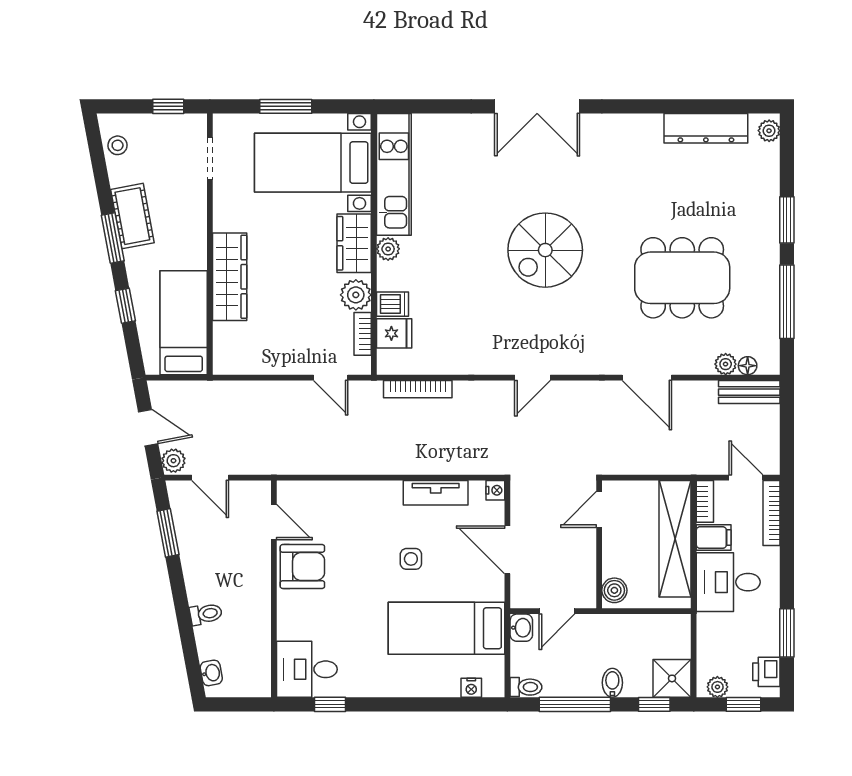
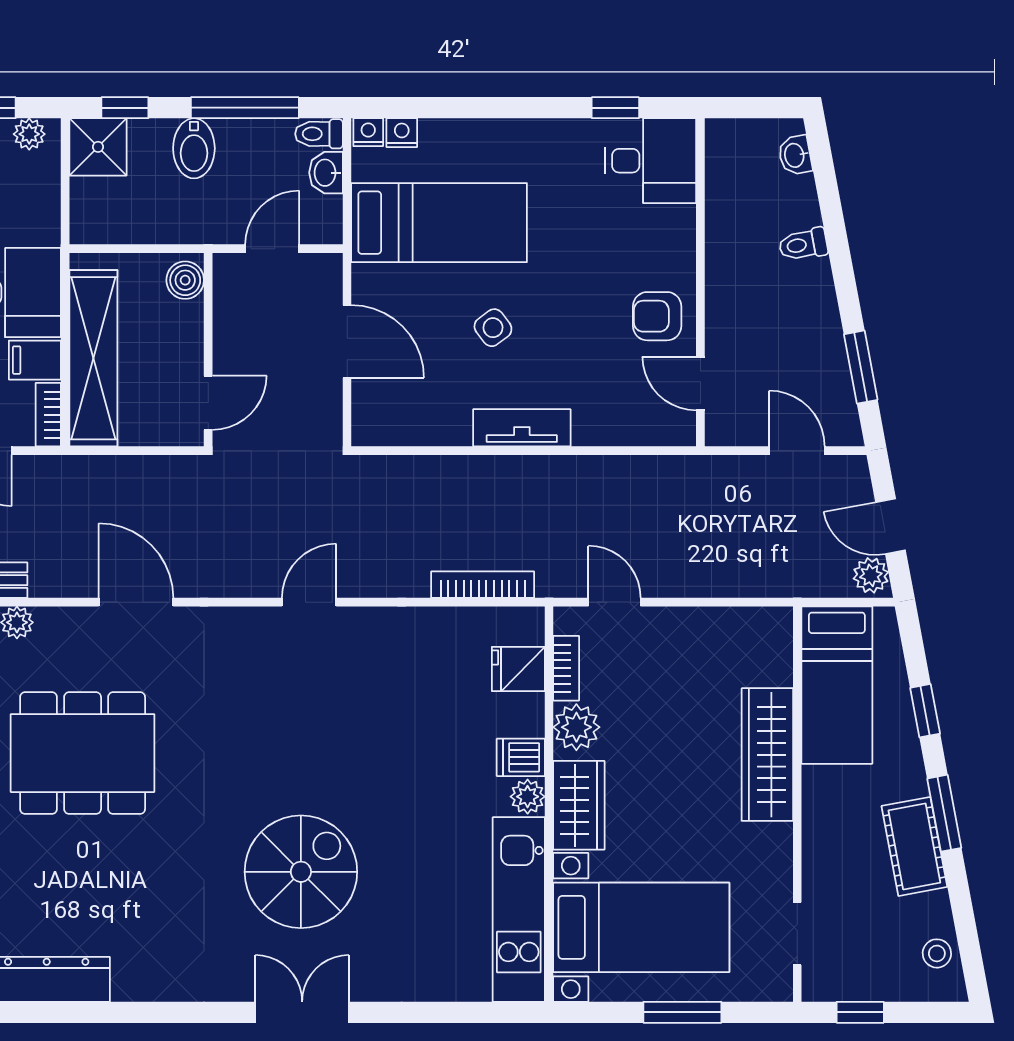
double door: (537, 106) -> (302, 1012), width x0.73
spiral stairs: (545, 250) -> (301, 872), moved
dishwasher: (393, 304) -> (521, 757), moved
plant: (173, 461) -> (871, 575), moved
nightstand: (495, 490) -> (368, 132), moved, turned 90
tv unit: (436, 493) -> (522, 428), moved
side table: (411, 559) -> (493, 328), turned -37
armchair: (302, 567) -> (657, 316), width x0.72, depth x0.72
washbasin: (521, 628) -> (326, 173), moved
bidet: (612, 683) -> (194, 148), width x1.38, depth x1.36

